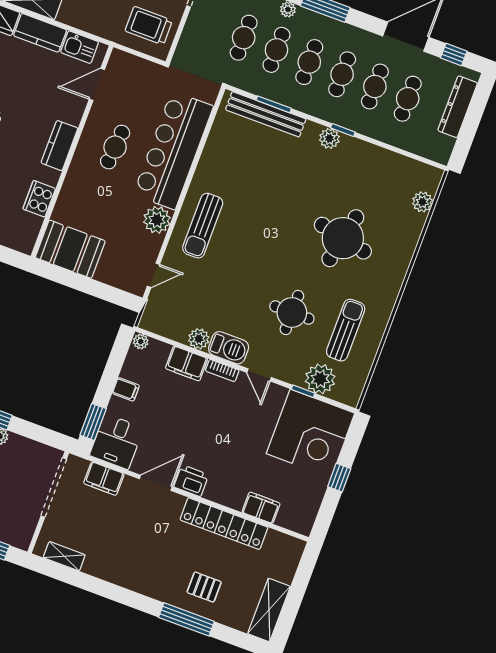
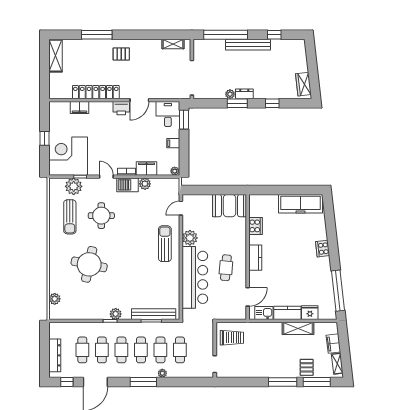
filing cabinet: (104, 479) -> (167, 92), removed
pallet: (204, 587) -> (121, 54), moved

